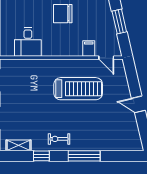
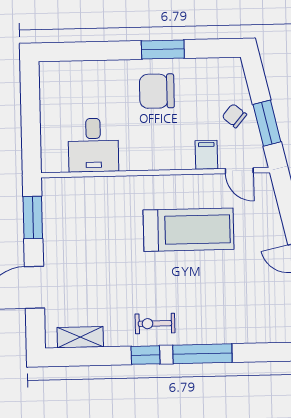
window: (119, 21) -> (267, 123), moved
chair: (104, 28) -> (234, 116), added
window: (41, 156) -> (145, 355), moved

